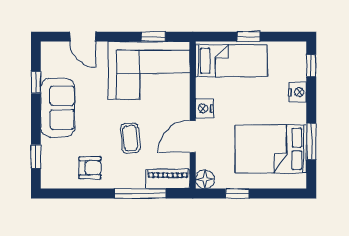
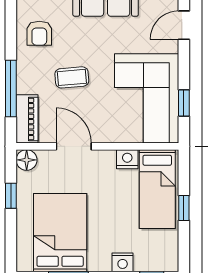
nightstand: (204, 108) -> (127, 159), moved

